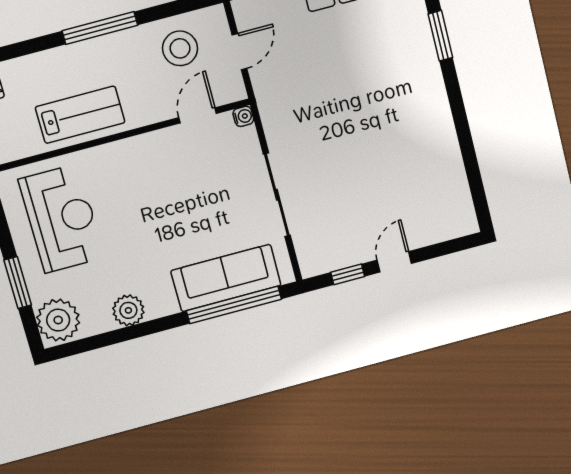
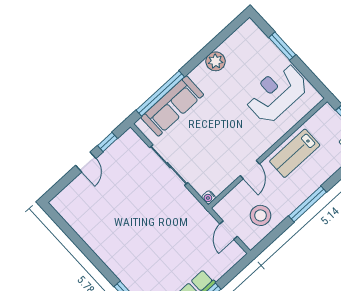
door: (198, 115) -> (250, 170), moved
reception desk: (62, 219) -> (276, 93), turned 90
plant: (58, 320) -> (250, 37), removed

